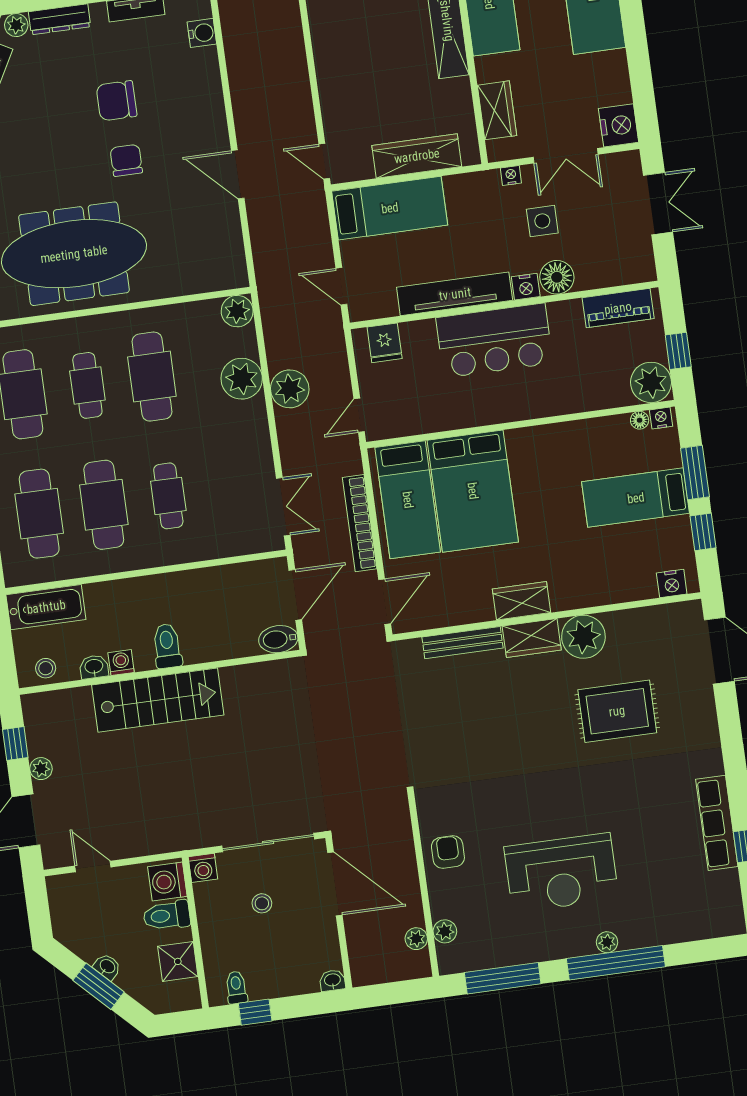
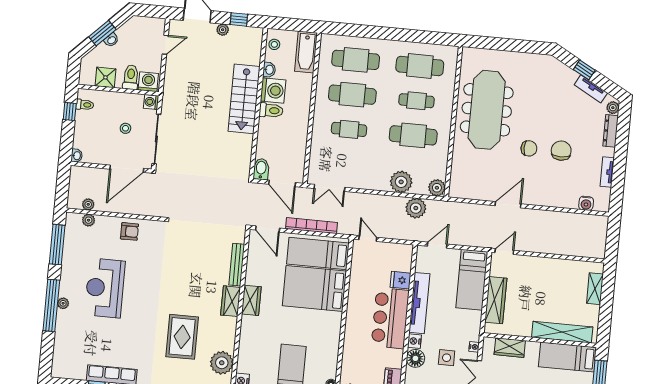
fridge: (385, 343) -> (401, 280), moved
plant: (290, 389) -> (416, 208), moved
plant: (583, 637) -> (222, 363), moved
washing machine: (121, 663) -> (273, 90), width x1.89, depth x1.89

